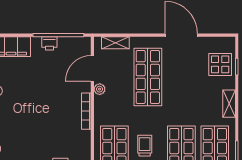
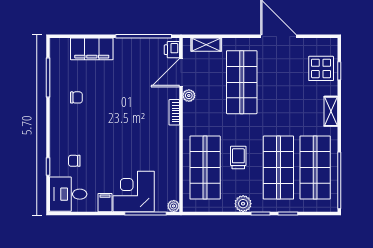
printer: (49, 43) -> (172, 50), moved, turned 90
bookcase: (86, 111) -> (174, 112), width x0.64

